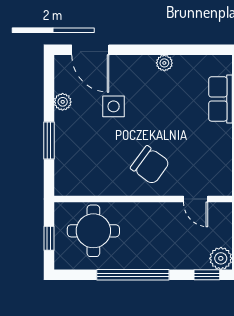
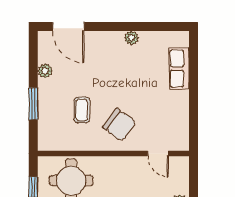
side table: (114, 106) -> (88, 75), removed
coffee table: (106, 148) -> (82, 110), added

